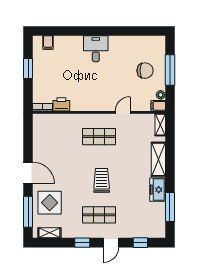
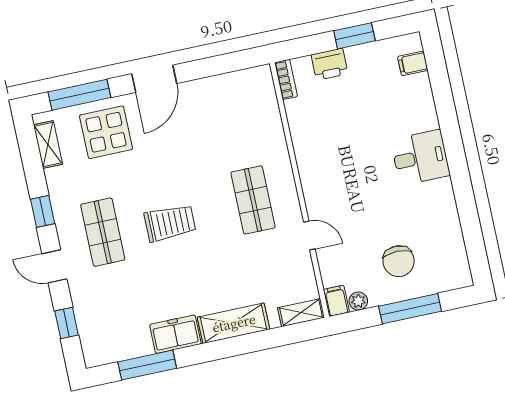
printer: (61, 104) -> (330, 64), moved, turned 90

